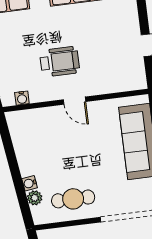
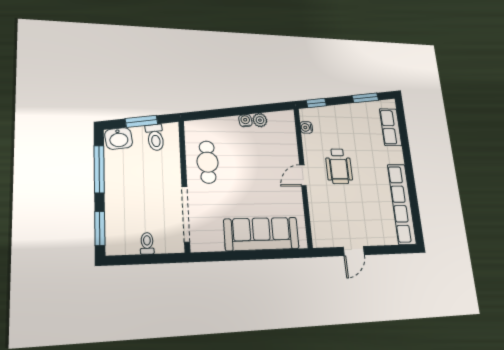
water cooler: (30, 183) -> (245, 121), moved
plant: (35, 198) -> (260, 120), moved

